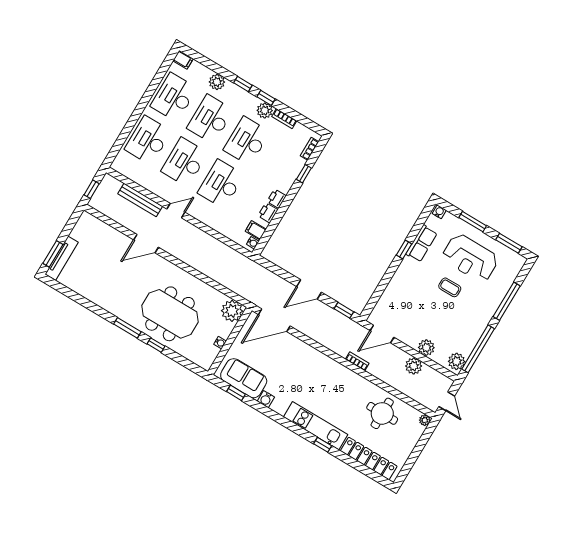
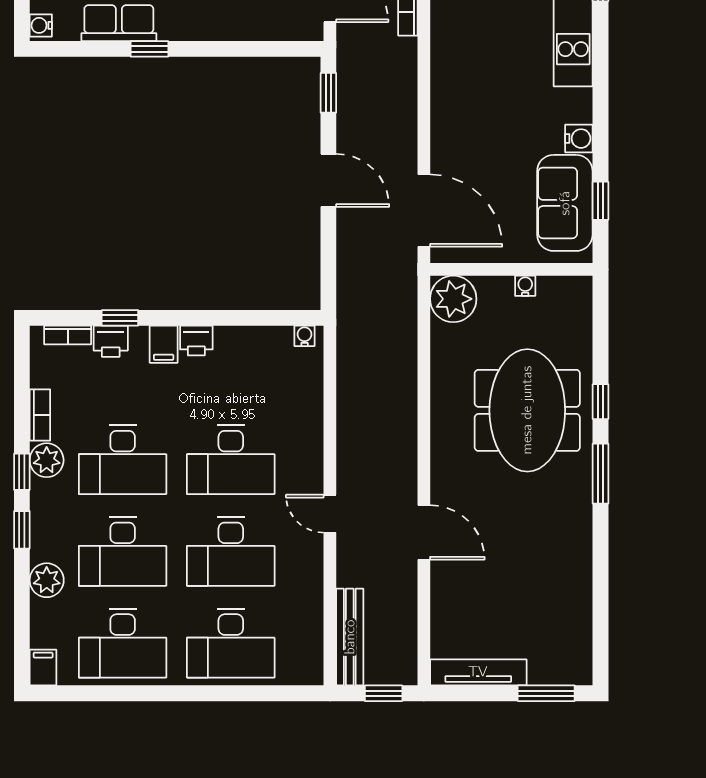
bench: (140, 200) -> (350, 637), moved
printer: (268, 213) -> (111, 341), moved
filing cabinet: (256, 230) -> (164, 344), moved
tv unit: (62, 258) -> (478, 672), moved

